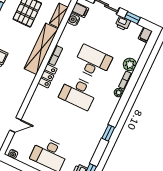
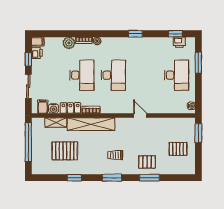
printer: (123, 23) -> (37, 53), moved
desk: (93, 62) -> (82, 75), turned 180
locker: (47, 76) -> (70, 108), moved
door: (15, 125) -> (140, 116), moved

